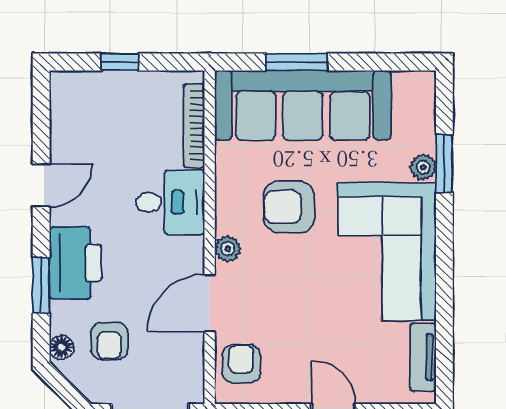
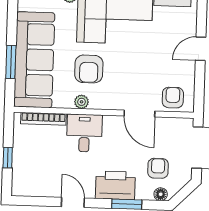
plant: (228, 249) -> (82, 102), moved
armchair: (109, 341) -> (158, 168), turned -90
armchair: (241, 364) -> (173, 98), turned 90

